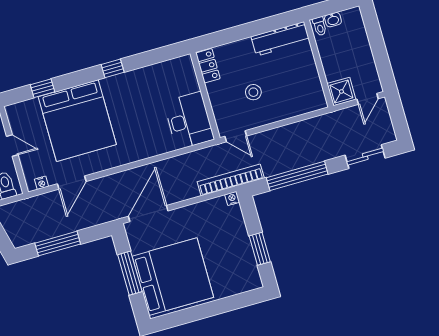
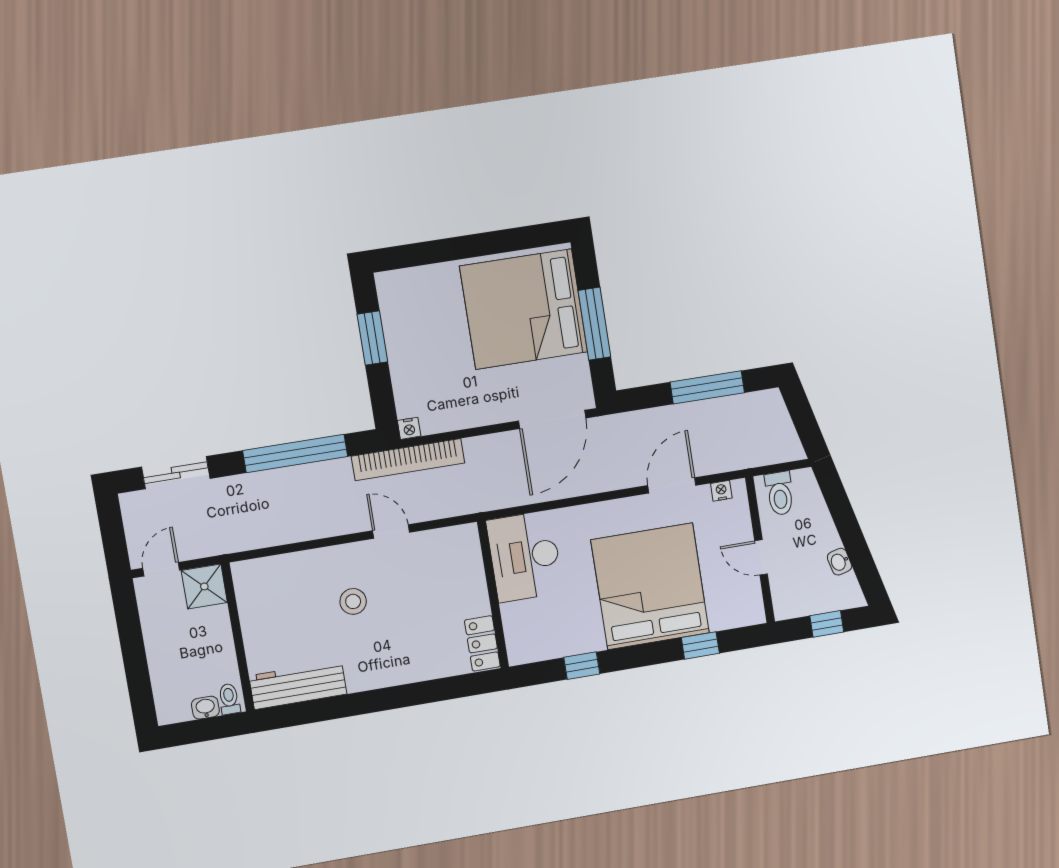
locker: (208, 66) -> (482, 643), moved
wall: (205, 96) -> (493, 594), moved
desk: (189, 121) -> (525, 556), moved

